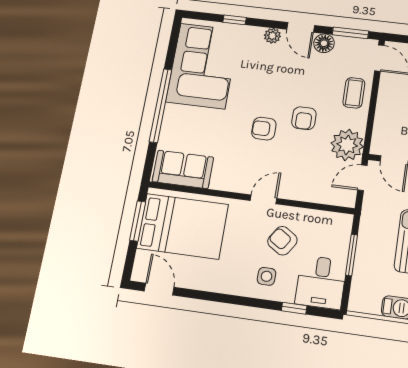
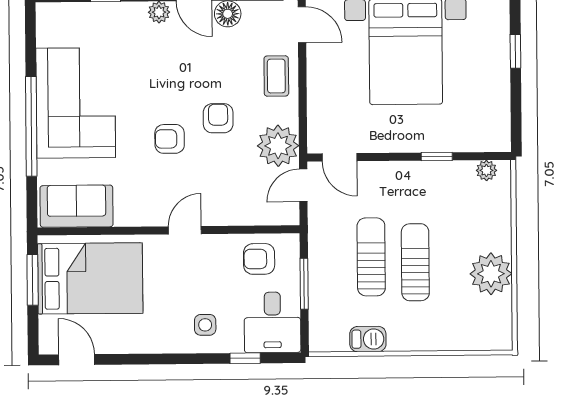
corner sofa: (203, 66) -> (76, 103), moved
armchair: (304, 118) -> (218, 118), turned 180
armchair: (282, 241) -> (259, 259), moved, turned -33

